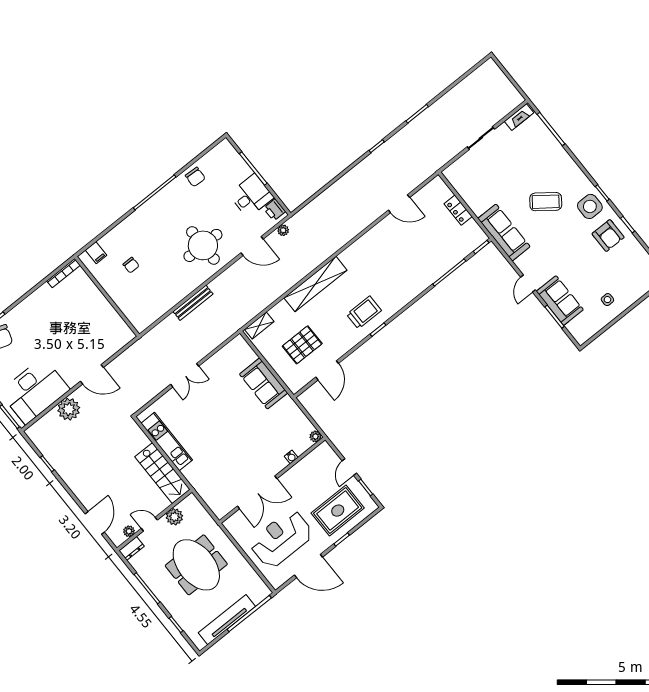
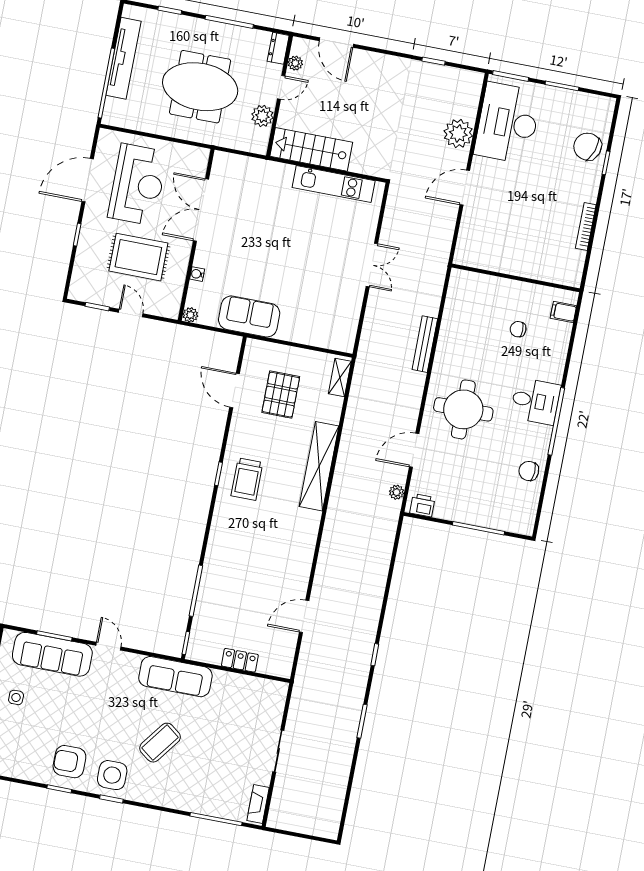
desk: (251, 196) -> (535, 401), moved, turned -90
bookcase: (63, 273) -> (586, 226), moved
sofa: (560, 301) -> (52, 654), width x1.36
double door: (185, 375) -> (372, 265), swing flipped
sofa: (264, 383) -> (249, 316), moved
rug: (338, 511) -> (138, 257), moved, turned 90

